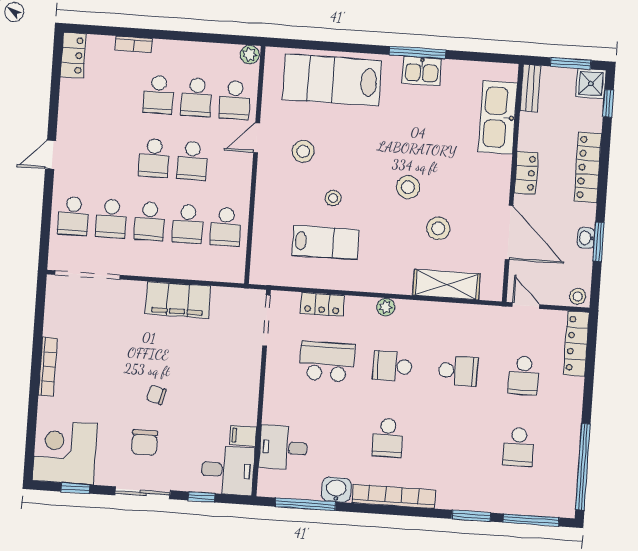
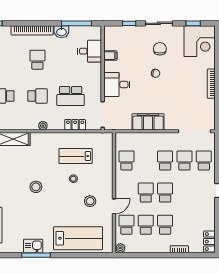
school desk: (188, 224) -> (146, 160), removed
stool: (438, 228) -> (19, 167), removed
desk: (228, 470) -> (117, 85), moved

